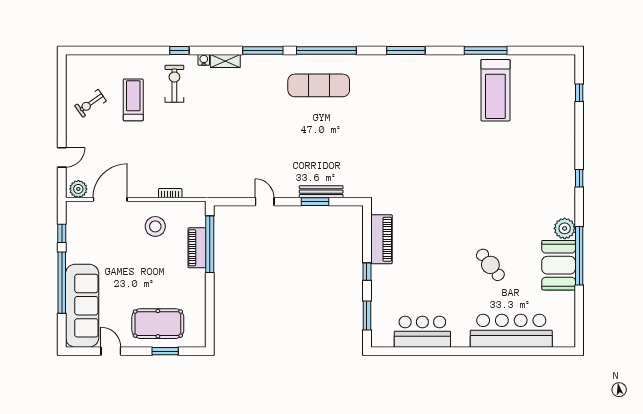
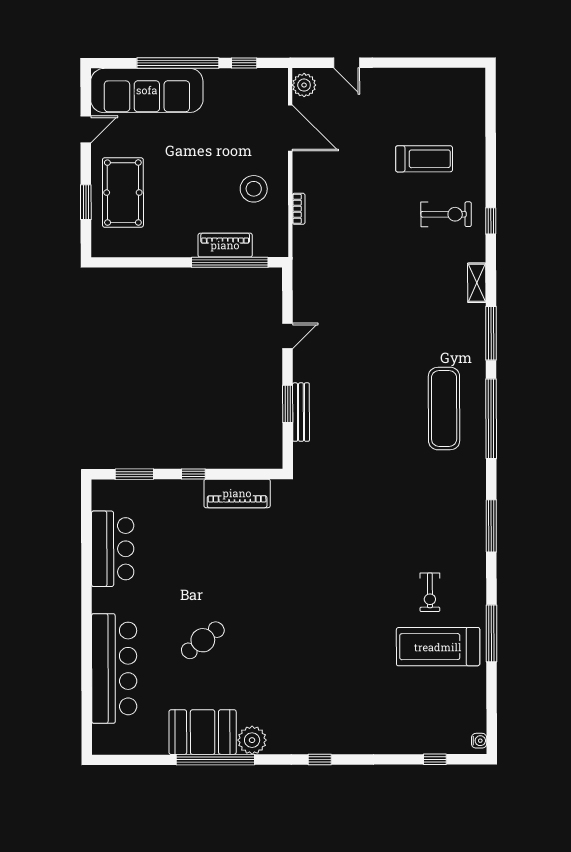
water cooler: (204, 60) -> (479, 741), moved
exercise bike: (90, 103) -> (430, 592), moved, turned -145

